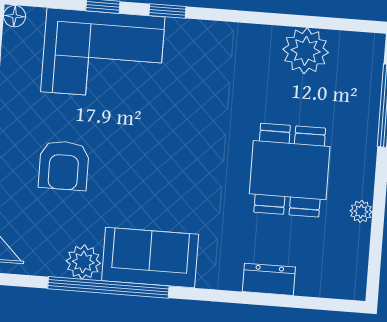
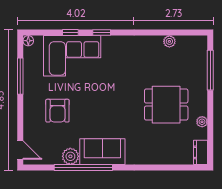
plant: (306, 51) -> (169, 41), width x0.53, depth x0.53
dining table: (290, 170) -> (166, 105), turned 90
dresser: (269, 279) -> (201, 152), moved, turned -90

